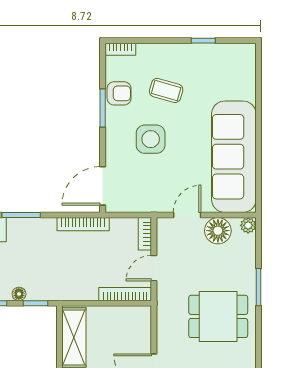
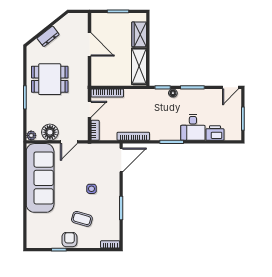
armchair: (119, 93) -> (69, 240), moved, turned 90
side table: (151, 139) -> (91, 189), width x0.54, depth x0.54

